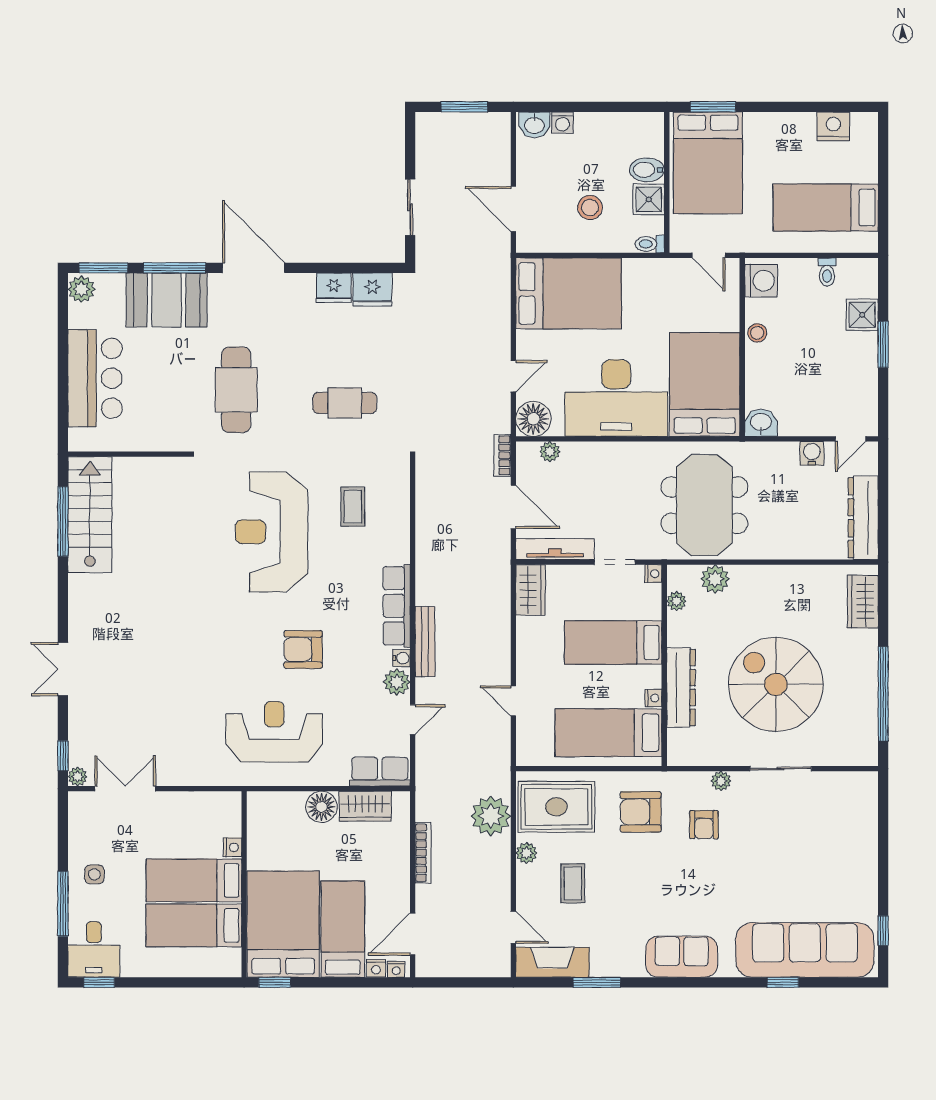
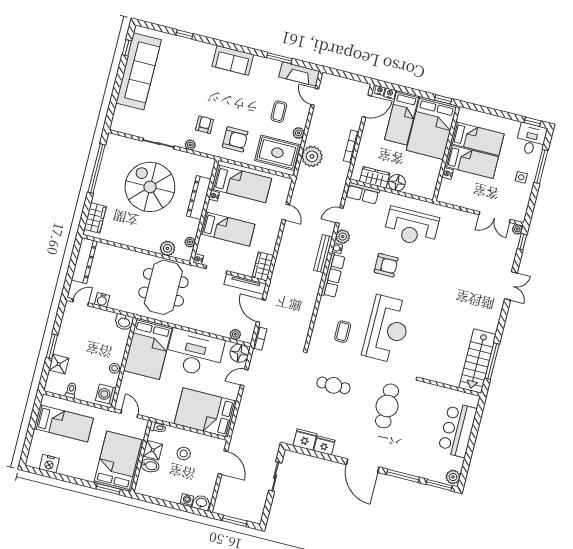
booth: (167, 300) -> (411, 461), removed
spiral stairs: (776, 684) -> (150, 187), turned 180
sofa: (805, 950) -> (139, 71), moved, turned -90

